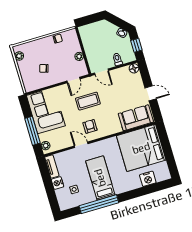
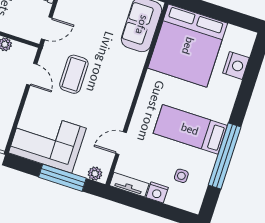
armchair: (90, 126) -> (110, 95), removed
door: (81, 145) -> (121, 143), moved

